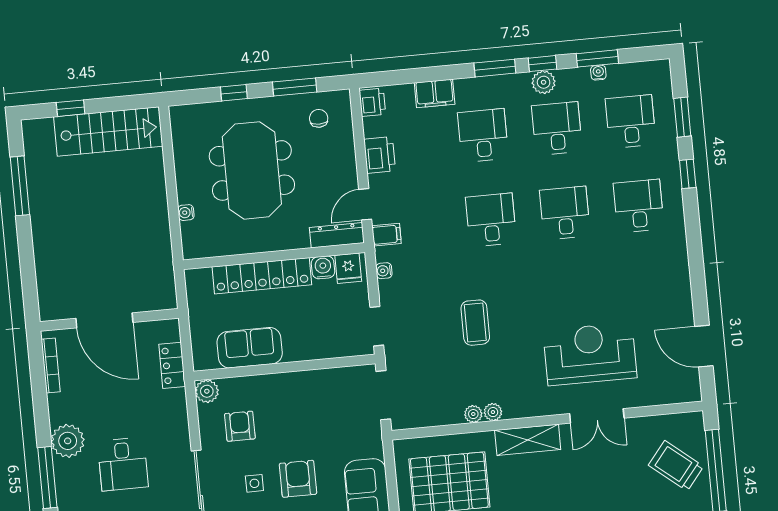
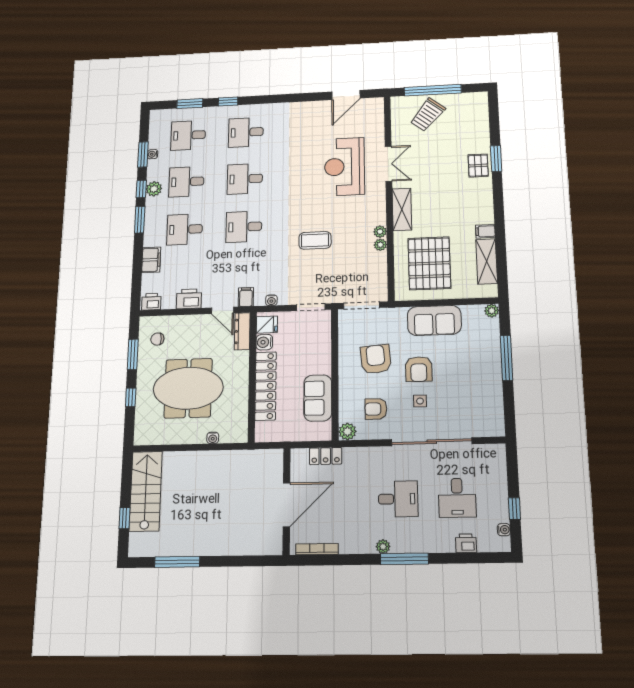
armchair: (308, 421) -> (376, 359), added
plant: (68, 441) -> (383, 547), width x0.53, depth x0.53
armchair: (298, 479) -> (419, 369), turned -90

